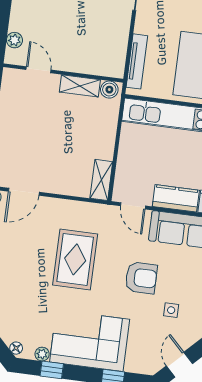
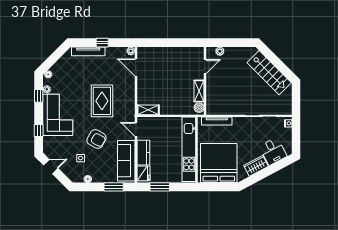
door: (133, 206) -> (136, 129), hinge flipped
rug: (75, 259) -> (102, 101), turned 90
armchair: (141, 278) -> (96, 139), turned -61

